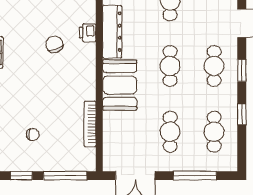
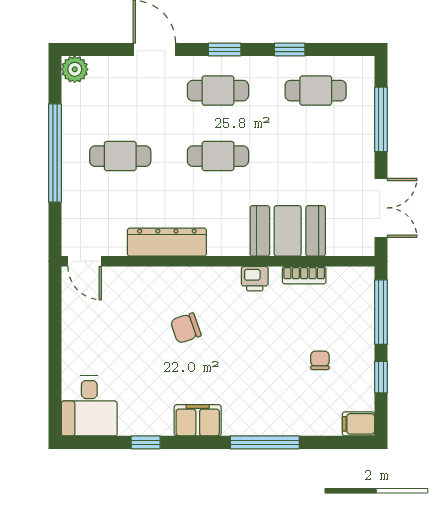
printer: (88, 33) -> (255, 279), moved
booth: (120, 85) -> (288, 231), moved
bookcase: (90, 124) -> (304, 275), width x0.64
cafe table: (170, 132) -> (316, 156), removed

